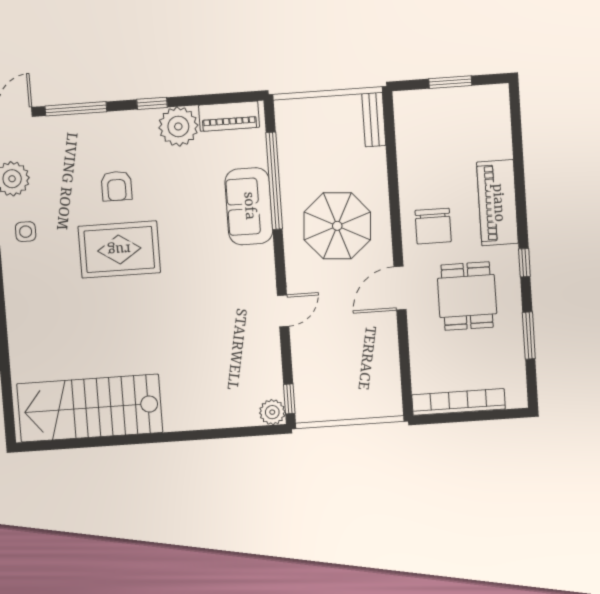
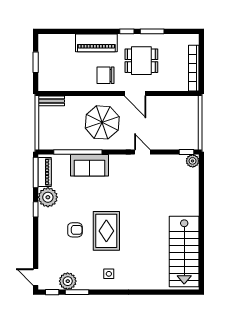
window: (76, 109) -> (36, 172), moved
chair: (433, 226) -> (106, 75), turned 180
side table: (26, 232) -> (109, 274), moved
window: (529, 335) -> (152, 31), moved

